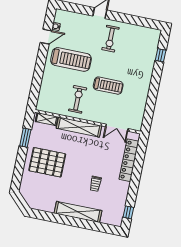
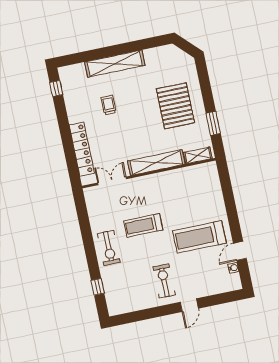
exercise bike: (78, 99) -> (109, 248), moved
pallet: (47, 162) -> (175, 106), turned 90

